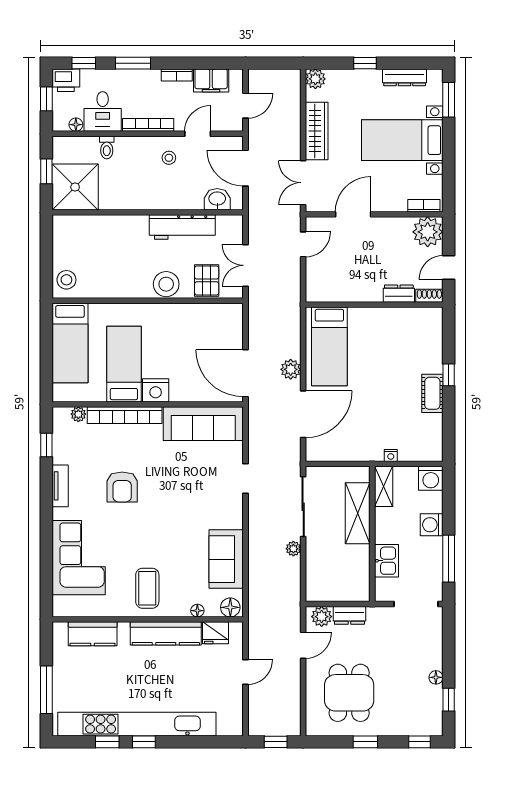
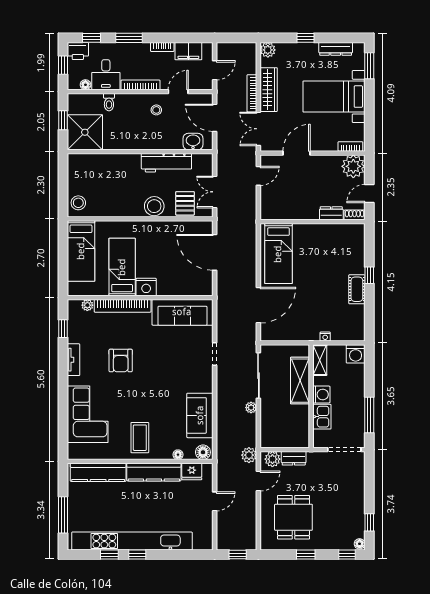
bookcase: (295, 136) -> (252, 93), added
plant: (291, 369) -> (249, 455), moved
door: (246, 373) -> (215, 252), moved
washing machine: (432, 525) -> (321, 395), moved, turned 180
kitchen counter: (93, 634) -> (98, 472), width x1.50
floor lamp: (436, 677) -> (360, 544), moved

